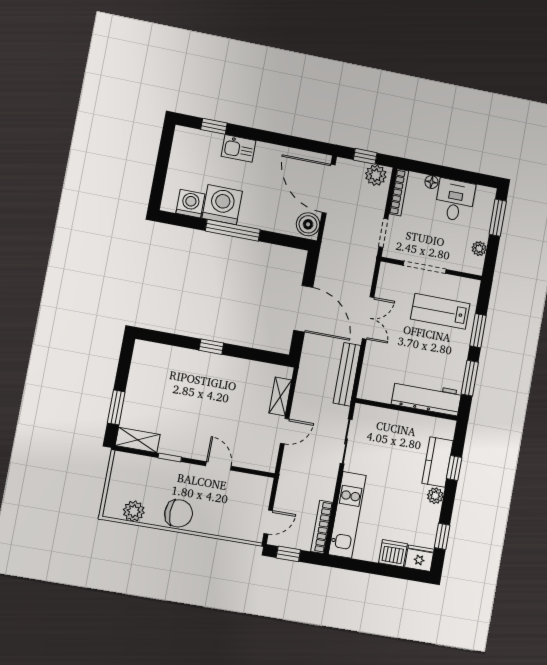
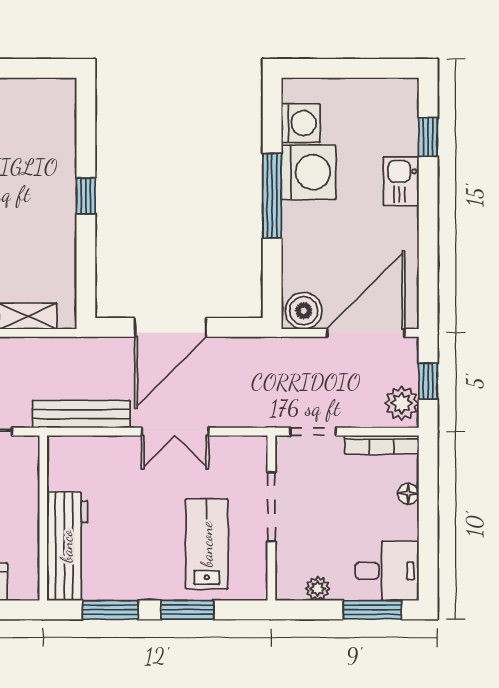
desk: (455, 200) -> (387, 571), moved

